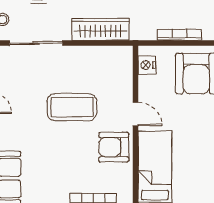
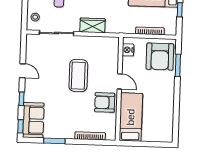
wardrobe: (101, 29) -> (93, 25), width x0.67
coffee table: (72, 107) -> (78, 76), turned 90

